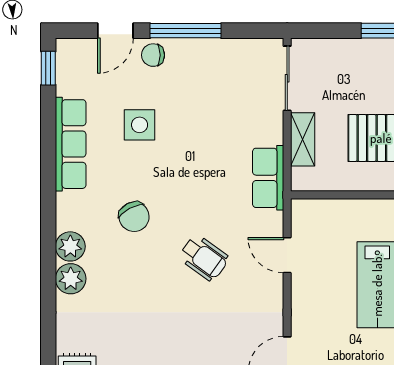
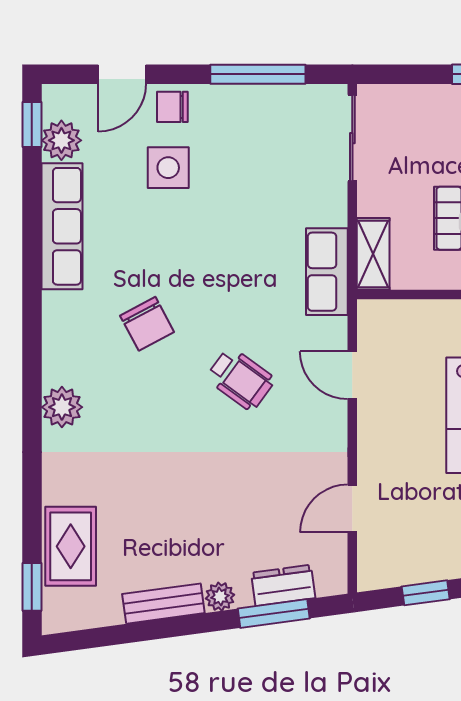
window: (186, 31) -> (258, 74), moved
side table: (140, 125) -> (168, 168), moved
shelving: (303, 139) -> (373, 254), moved
plant: (70, 246) -> (61, 140), moved

